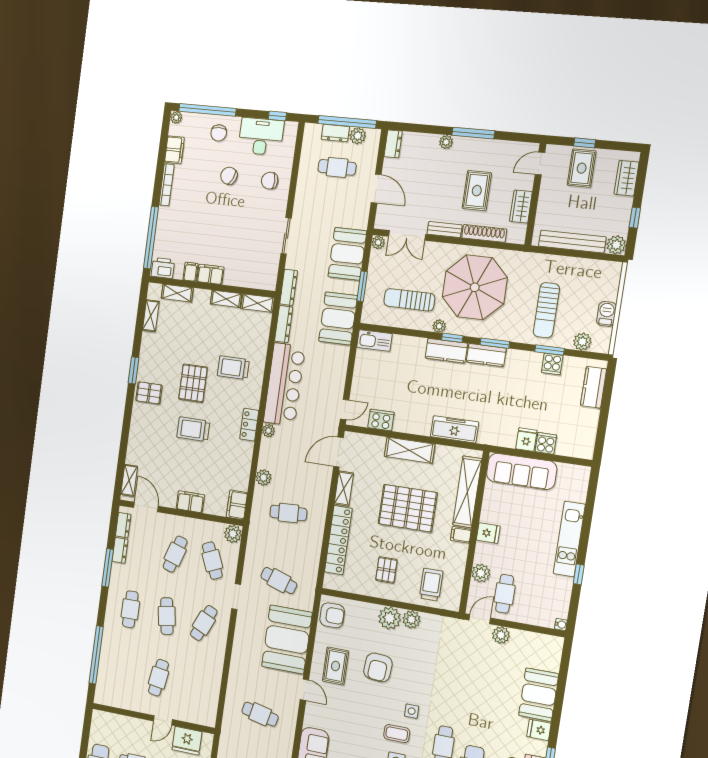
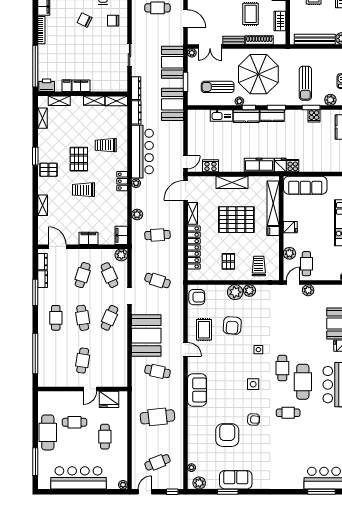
kitchen sink: (374, 340) -> (221, 115), moved
fridge: (526, 440) -> (280, 165), moved
cooker: (546, 443) -> (293, 166), moved
shelving: (129, 480) -> (43, 205), moved
booth: (287, 639) -> (146, 336), moved
coffee table: (397, 734) -> (251, 366), removed

